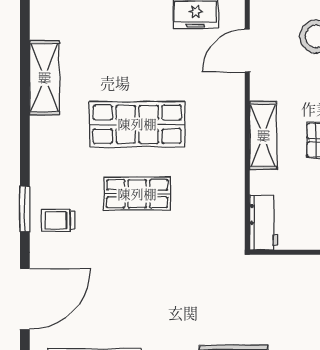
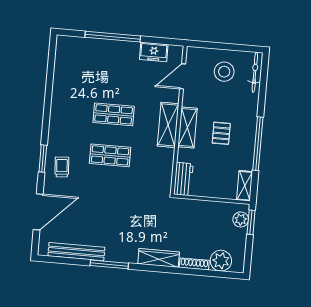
shelving: (44, 78) -> (168, 125), moved
shop shelf: (137, 124) -> (114, 114), width x0.70, depth x0.74
trolley: (58, 220) -> (62, 167), turned 86

